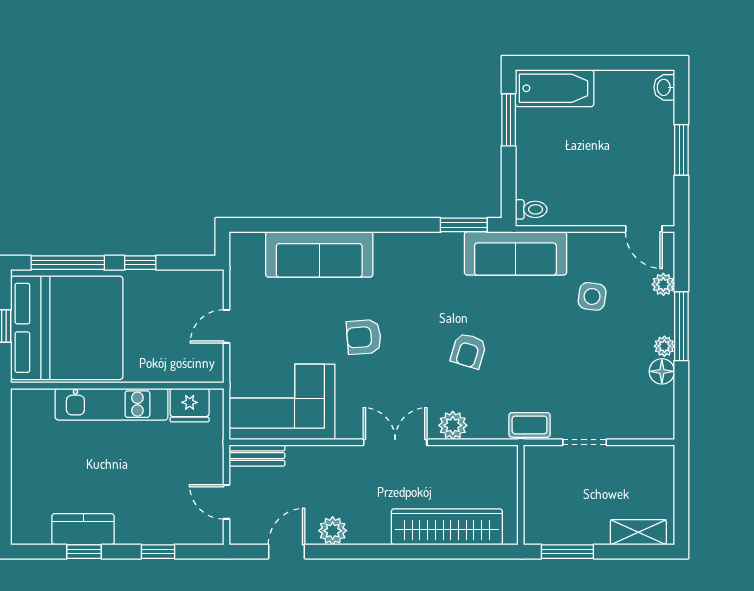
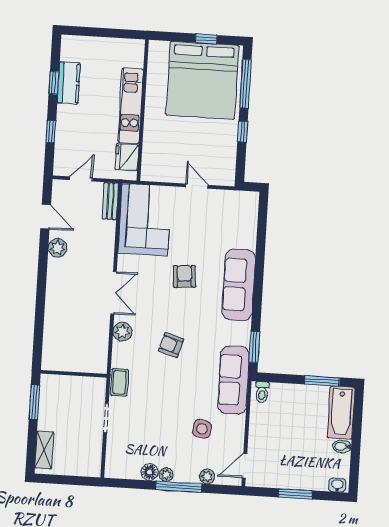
bidet: (606, 84) -> (342, 446), added
sofa: (319, 254) -> (239, 285), moved
wall: (117, 386) -> (143, 110), moved
kitchen unit: (112, 404) -> (131, 106), moved
fridge: (190, 405) -> (127, 157), moved
wardrobe: (447, 527) -> (56, 324), removed

